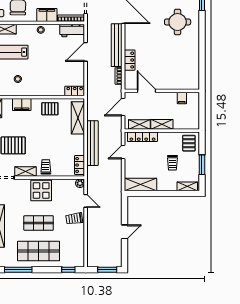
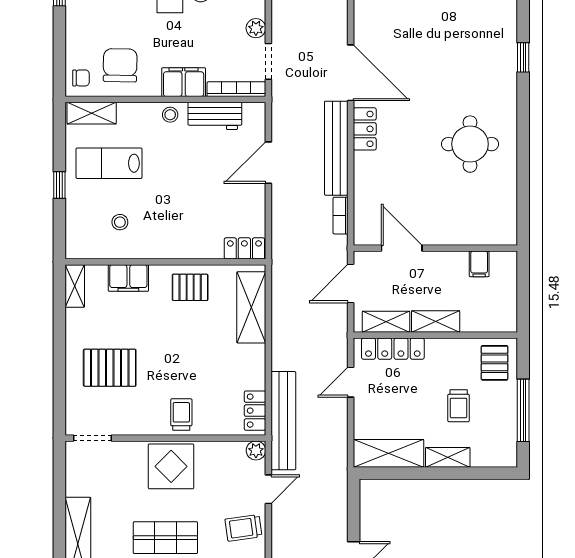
round table: (178, 22) -> (470, 144), moved
workbench: (72, 30) -> (215, 116), moved
locker: (130, 60) -> (365, 129), moved
bench: (92, 143) -> (283, 421), moved
window: (202, 165) -> (523, 410), width x1.44
shelving: (25, 172) -> (137, 425), removed
shelving: (187, 186) -> (448, 457), moved
door: (86, 201) -> (268, 489), hinge flipped

